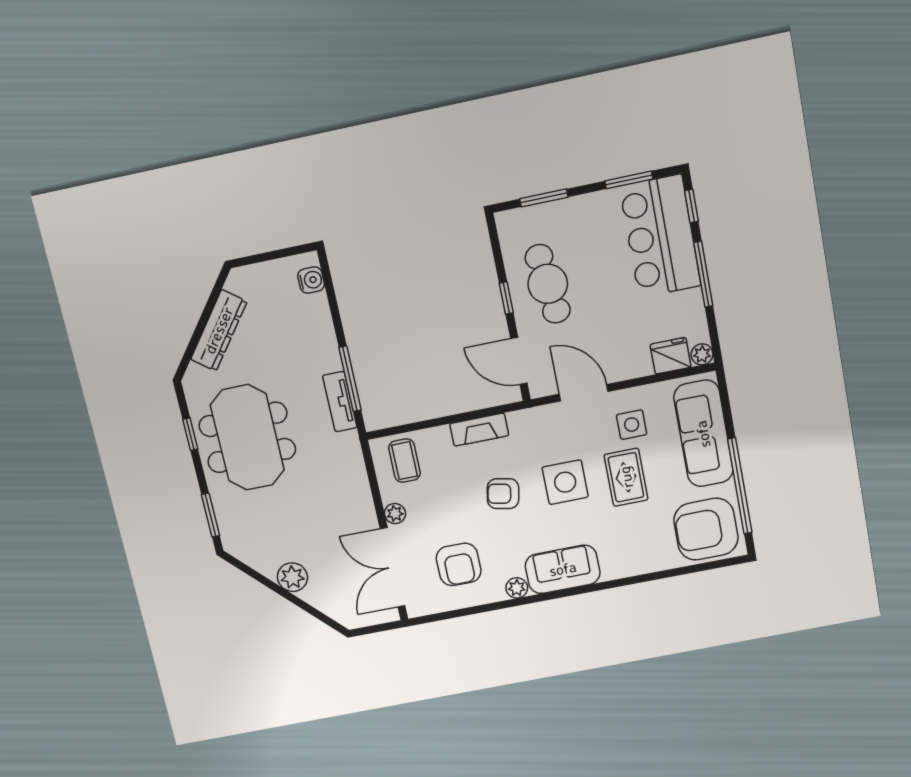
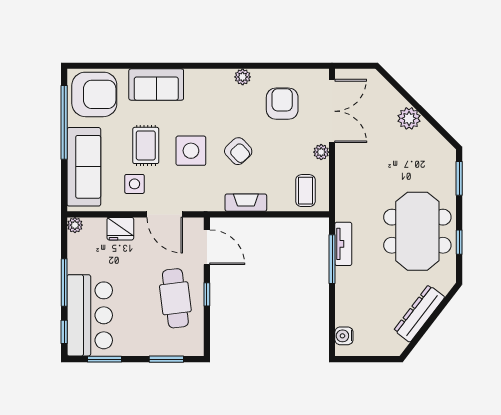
fridge: (671, 356) -> (120, 229), moved
armchair: (503, 494) -> (238, 151), turned 36
sofa: (563, 569) -> (156, 84), moved

